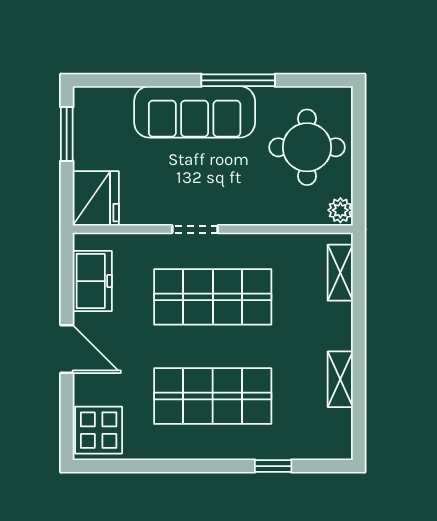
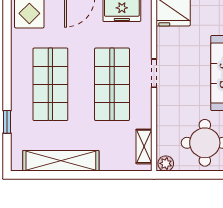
shelving: (340, 273) -> (144, 146), moved, turned 90
shelving: (340, 379) -> (61, 161), width x2.20, depth x1.33

